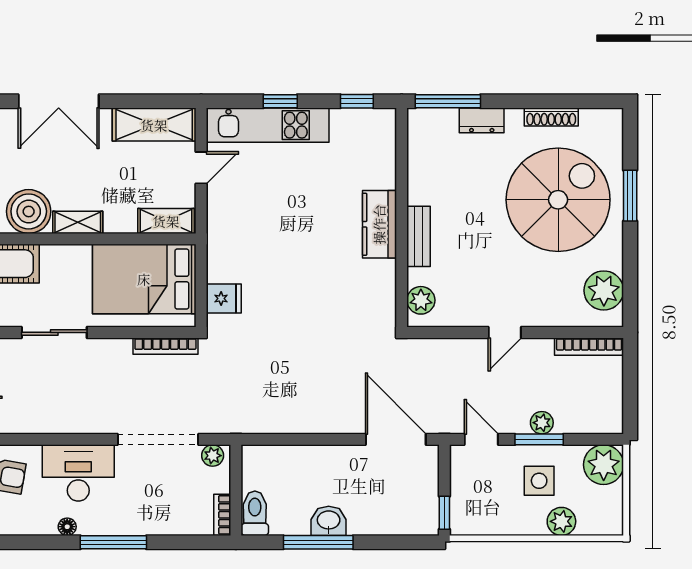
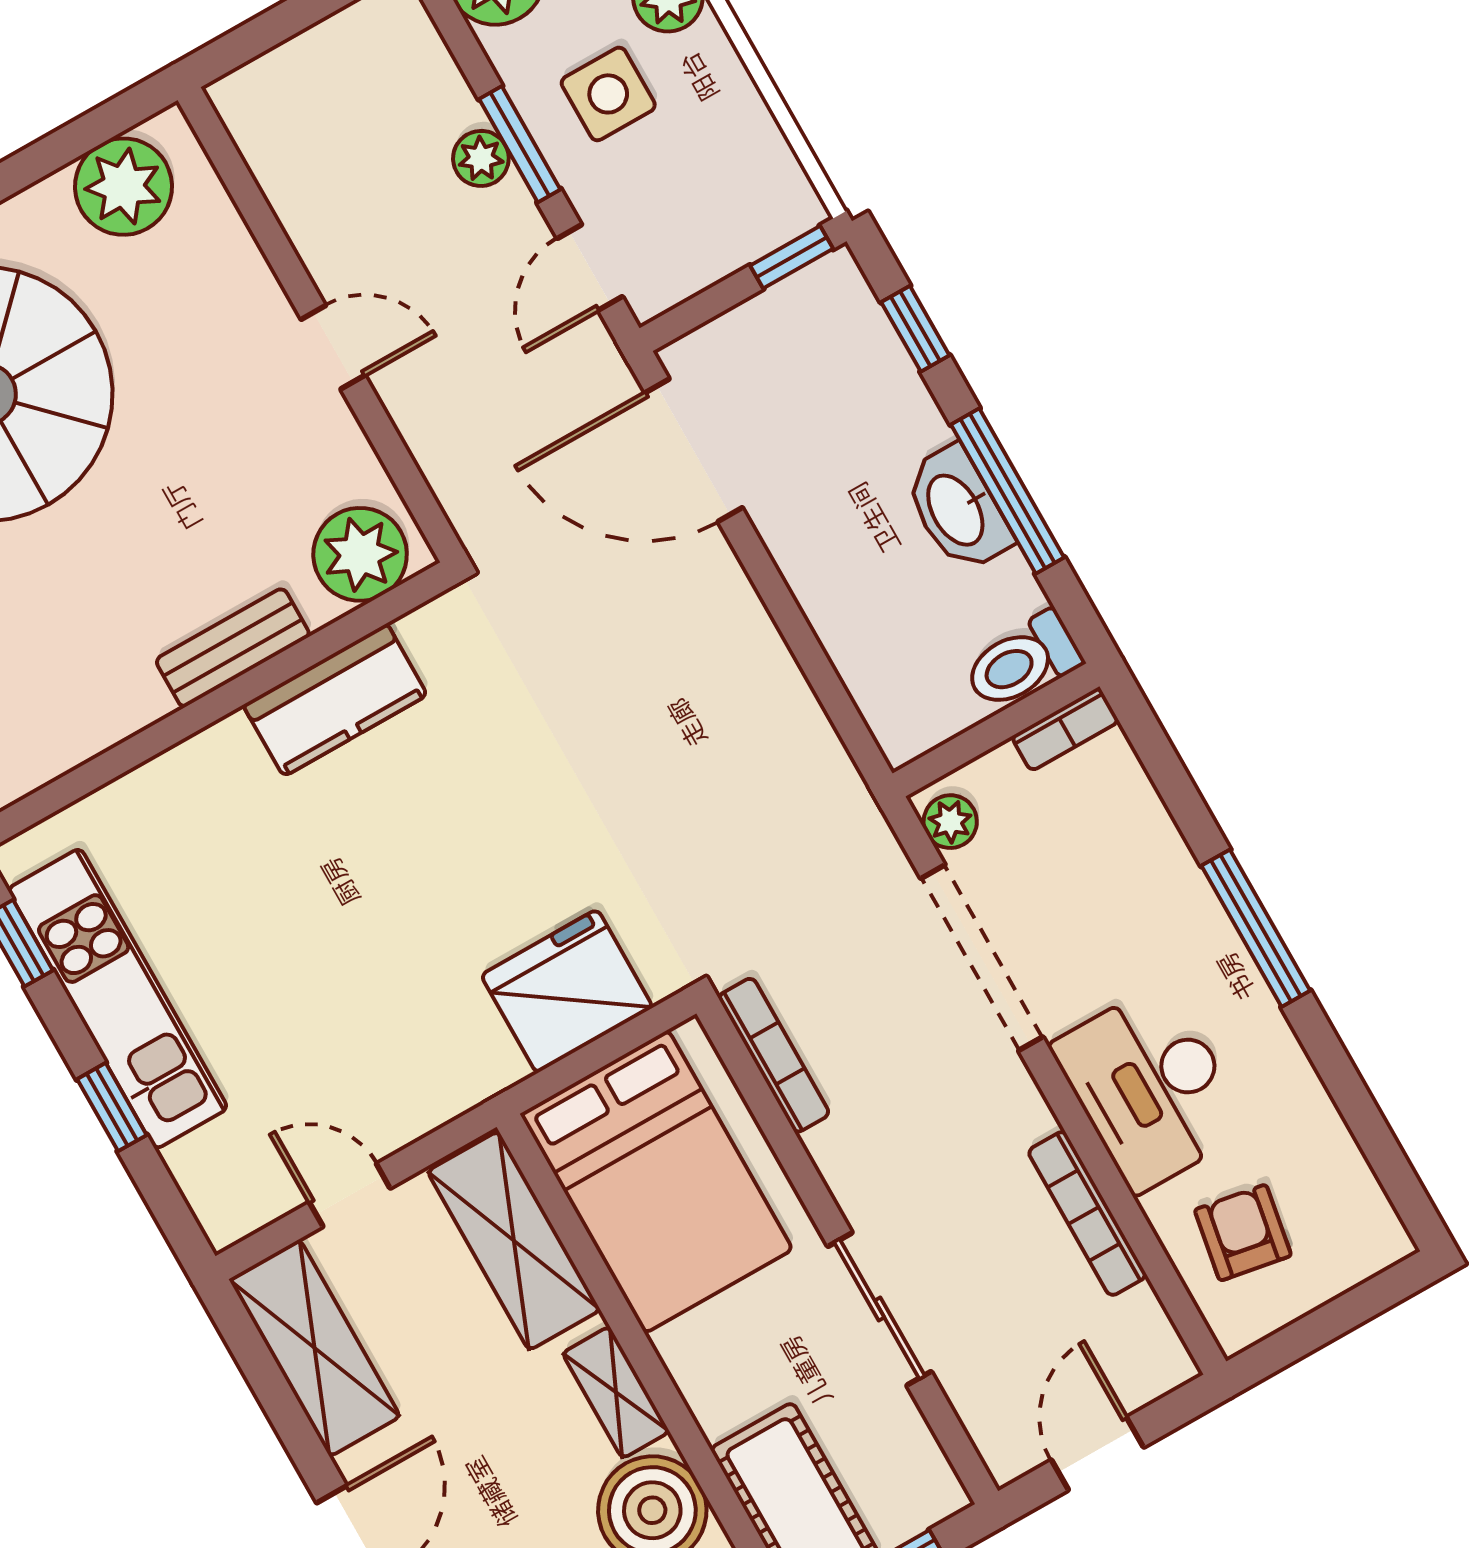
kitchen unit: (268, 125) -> (118, 999), moved
shelving: (166, 221) -> (514, 1241), width x1.50, depth x1.33
kitchen counter: (379, 224) -> (335, 700), moved
fridge: (224, 299) -> (567, 991), width x1.88, depth x1.34
plant: (421, 300) -> (360, 554), width x1.36, depth x1.36
bookcase: (589, 347) -> (1087, 1214), moved, turned 180
door: (396, 439) -> (694, 450), hinge flipped
washbasin: (329, 521) -> (957, 509), width x1.38
floor lamp: (67, 527) -> (1279, 1046), removed
window: (394, 542) -> (915, 329), added

